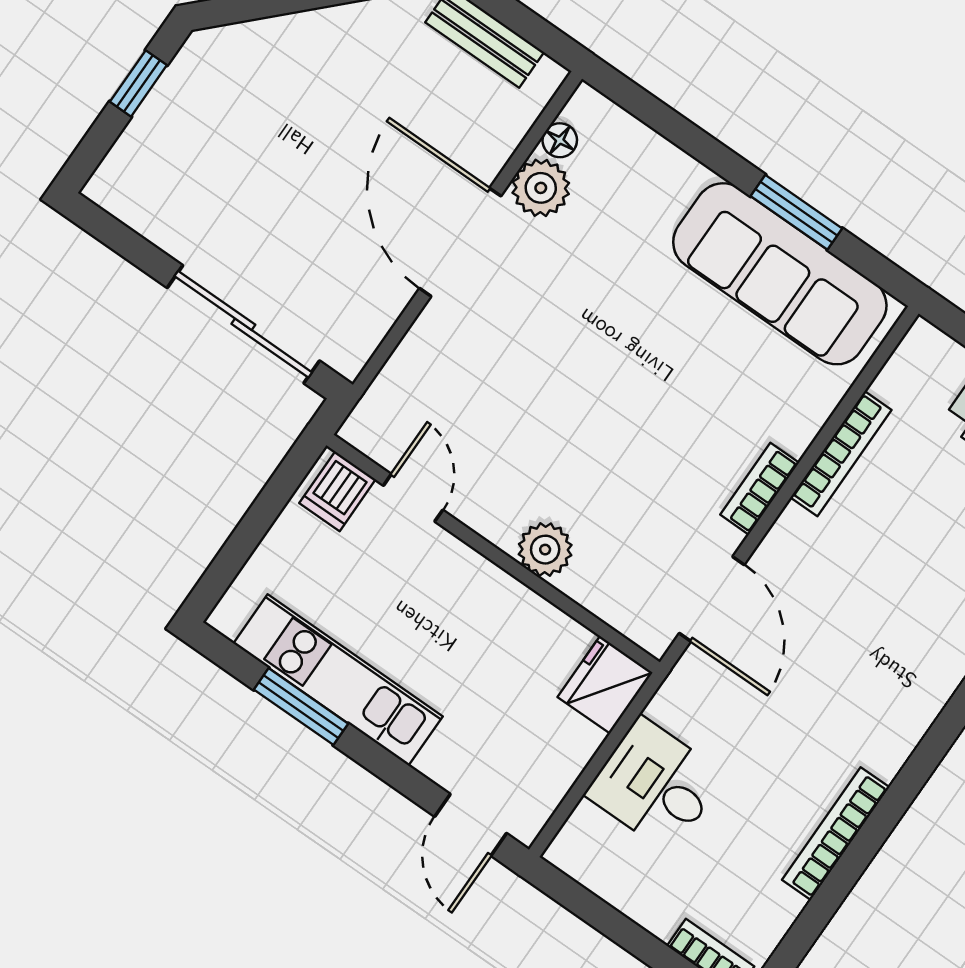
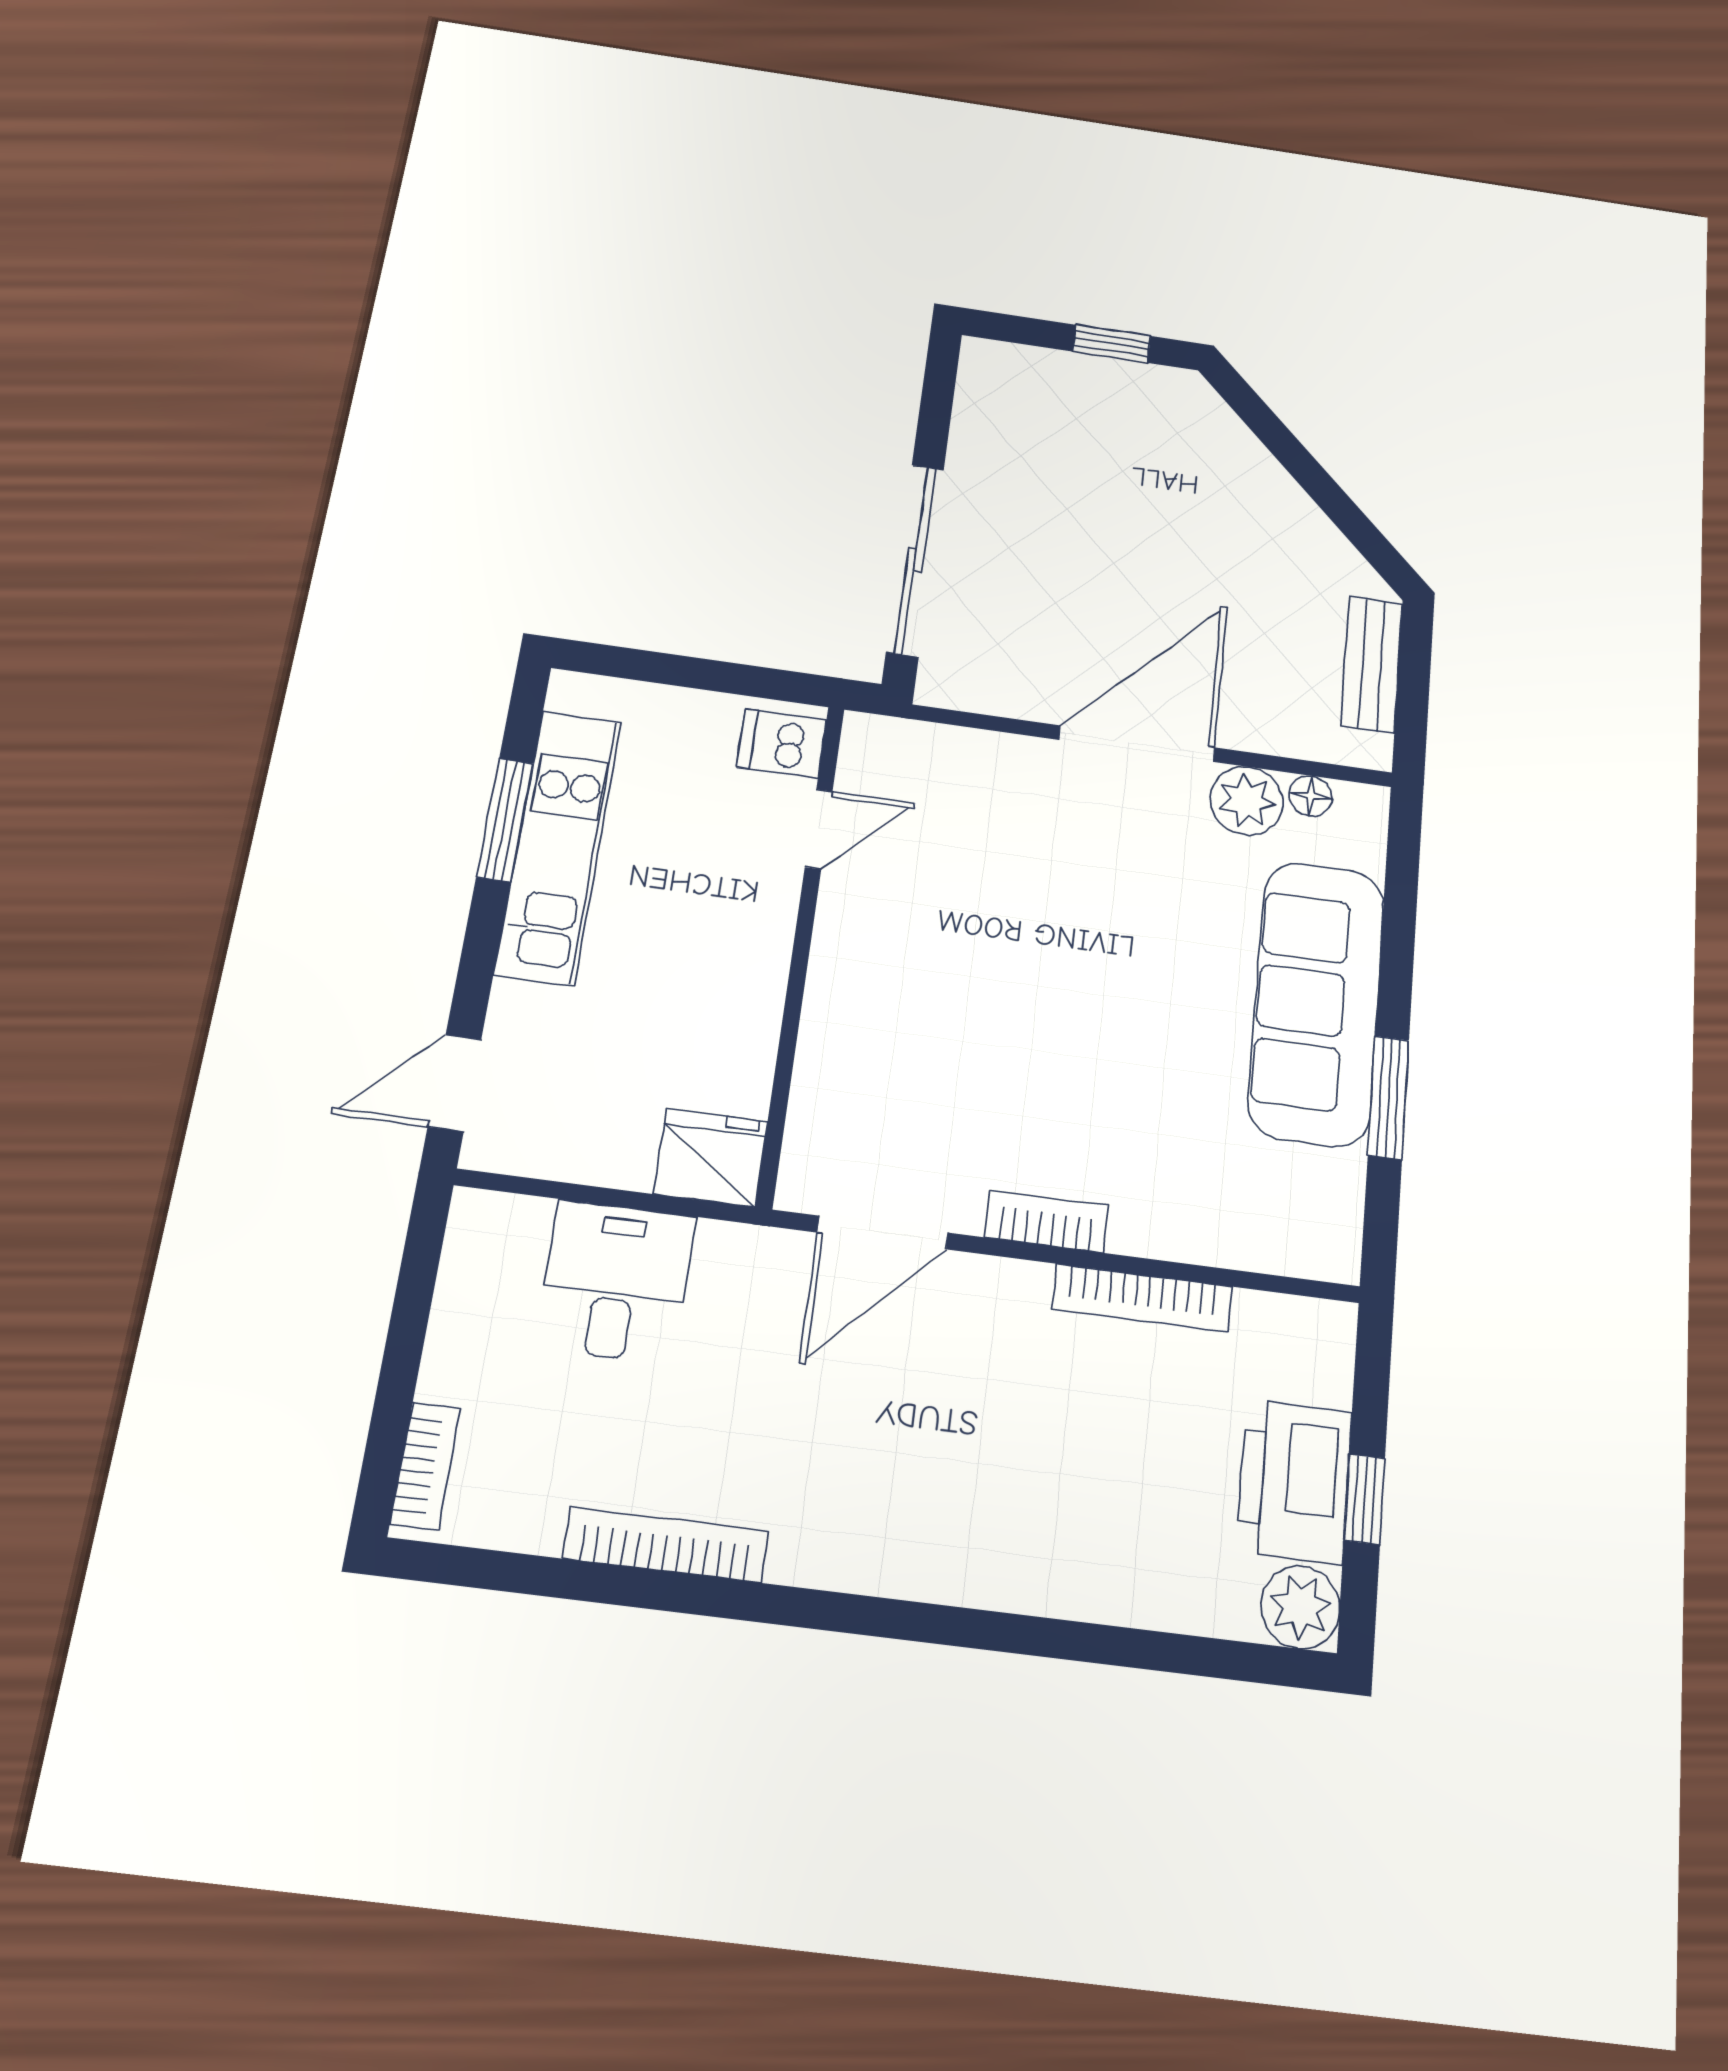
sofa: (780, 274) -> (1317, 1003), moved
plant: (545, 550) -> (838, 1006), removed

